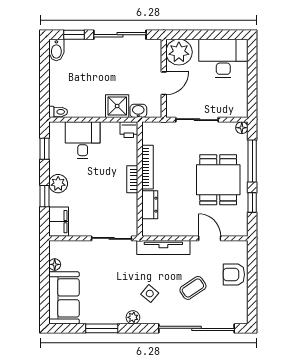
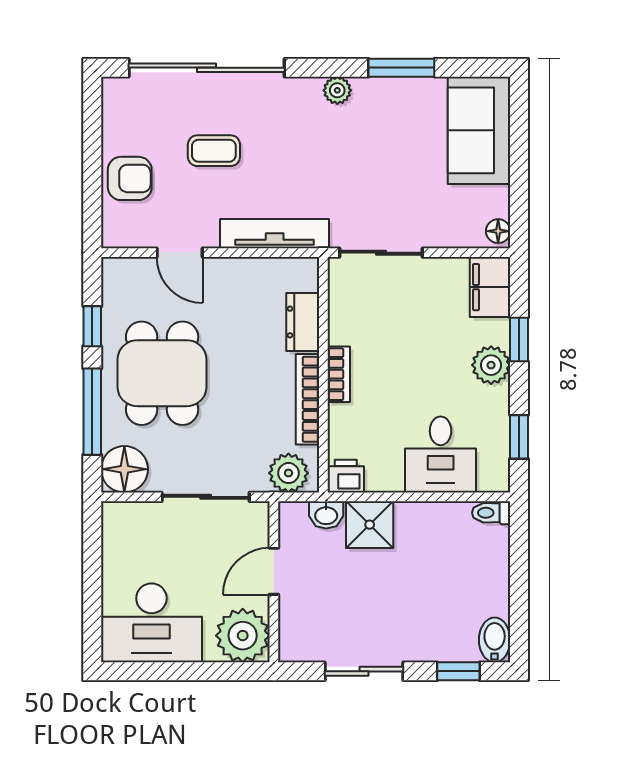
sliding door: (120, 35) -> (364, 671), width x0.73
floor lamp: (242, 128) -> (124, 469), width x1.89, depth x1.89
plant: (157, 131) -> (288, 473), added
floor lamp: (55, 264) -> (498, 231), moved
coffee table: (193, 288) -> (214, 151), turned 34
side table: (150, 294) -> (303, 139), removed

